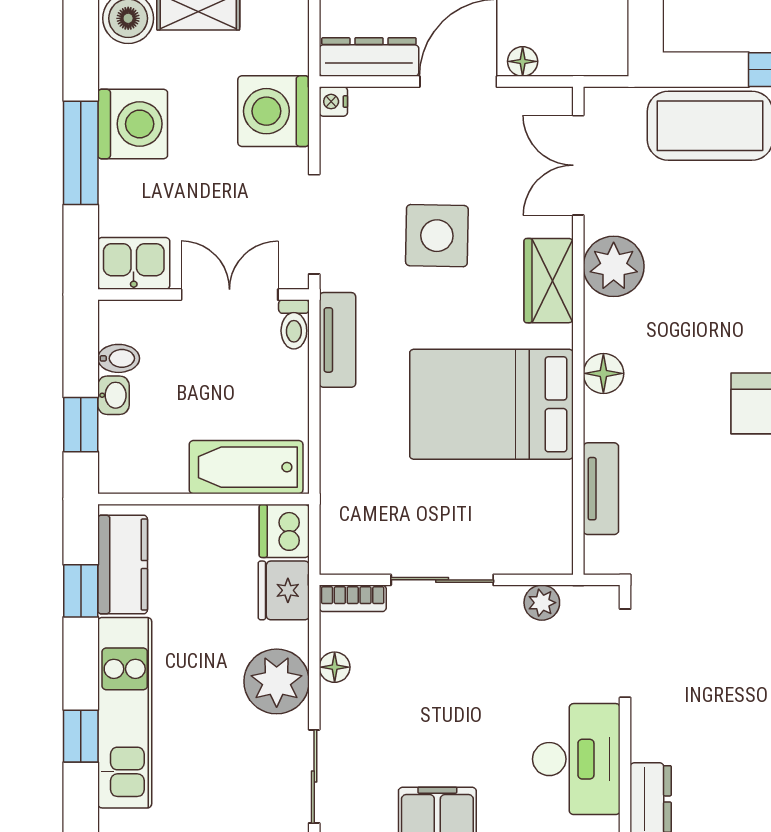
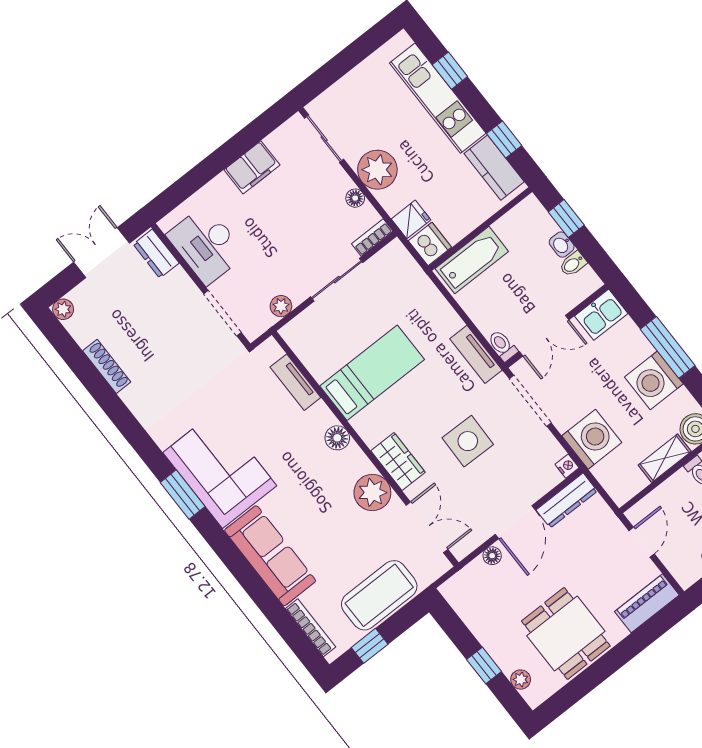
bed: (491, 404) -> (372, 373), width x0.67
fridge: (284, 590) -> (411, 219), width x0.72

